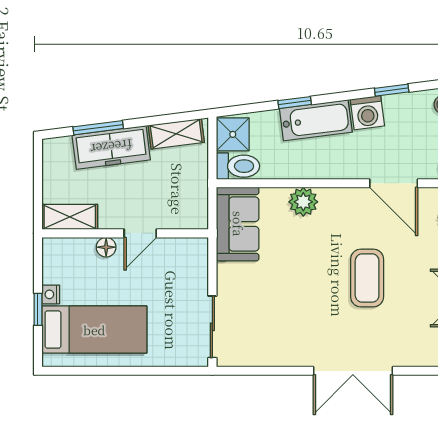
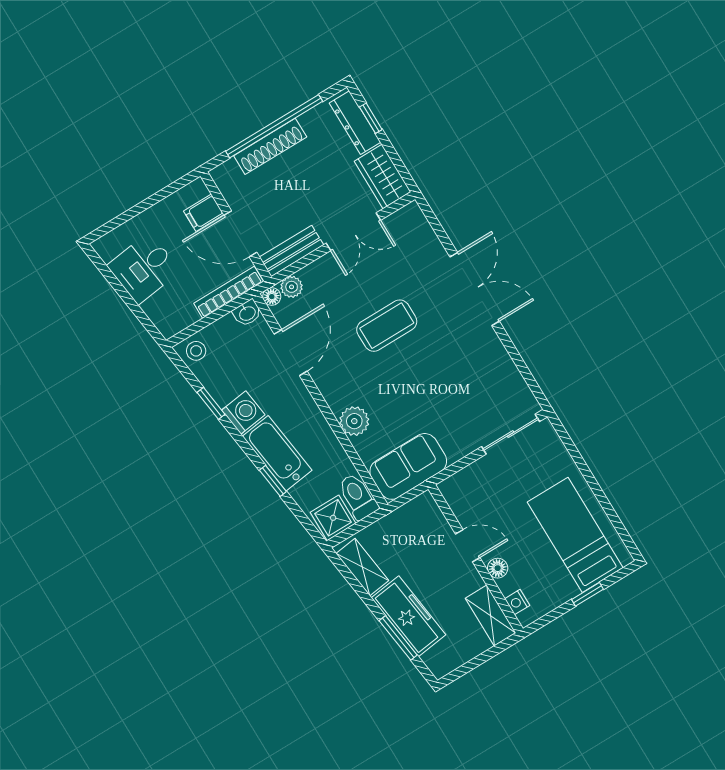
nightstand: (51, 294) -> (517, 602), moved, turned 90

